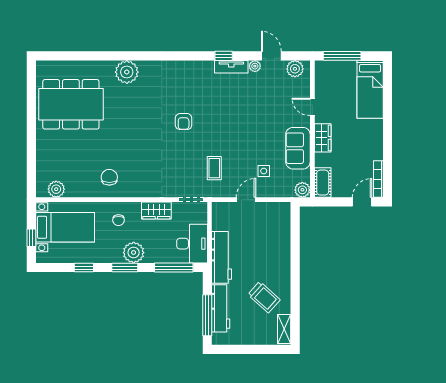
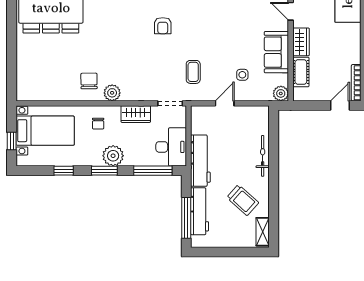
cot: (323, 183) -> (301, 72), moved
plant: (56, 189) -> (112, 93), moved
bicycle: (284, 253) -> (263, 156), added

